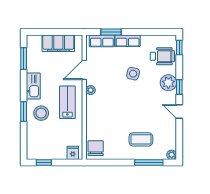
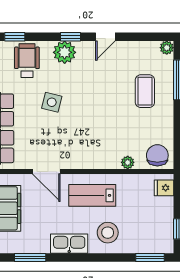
plant: (91, 90) -> (128, 162), moved
window: (24, 112) -> (150, 257), moved
chair: (96, 148) -> (157, 155), turned 90

